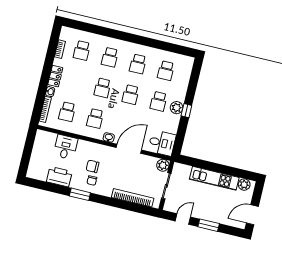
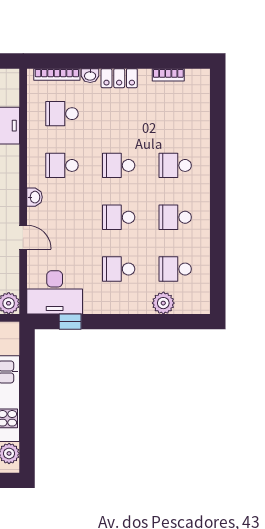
school desk: (82, 50) -> (175, 114), removed
plant: (177, 108) -> (163, 303), moved
window: (186, 111) -> (70, 322), moved
desk: (162, 143) -> (55, 292), width x1.37
door: (129, 149) -> (23, 237), width x0.53

